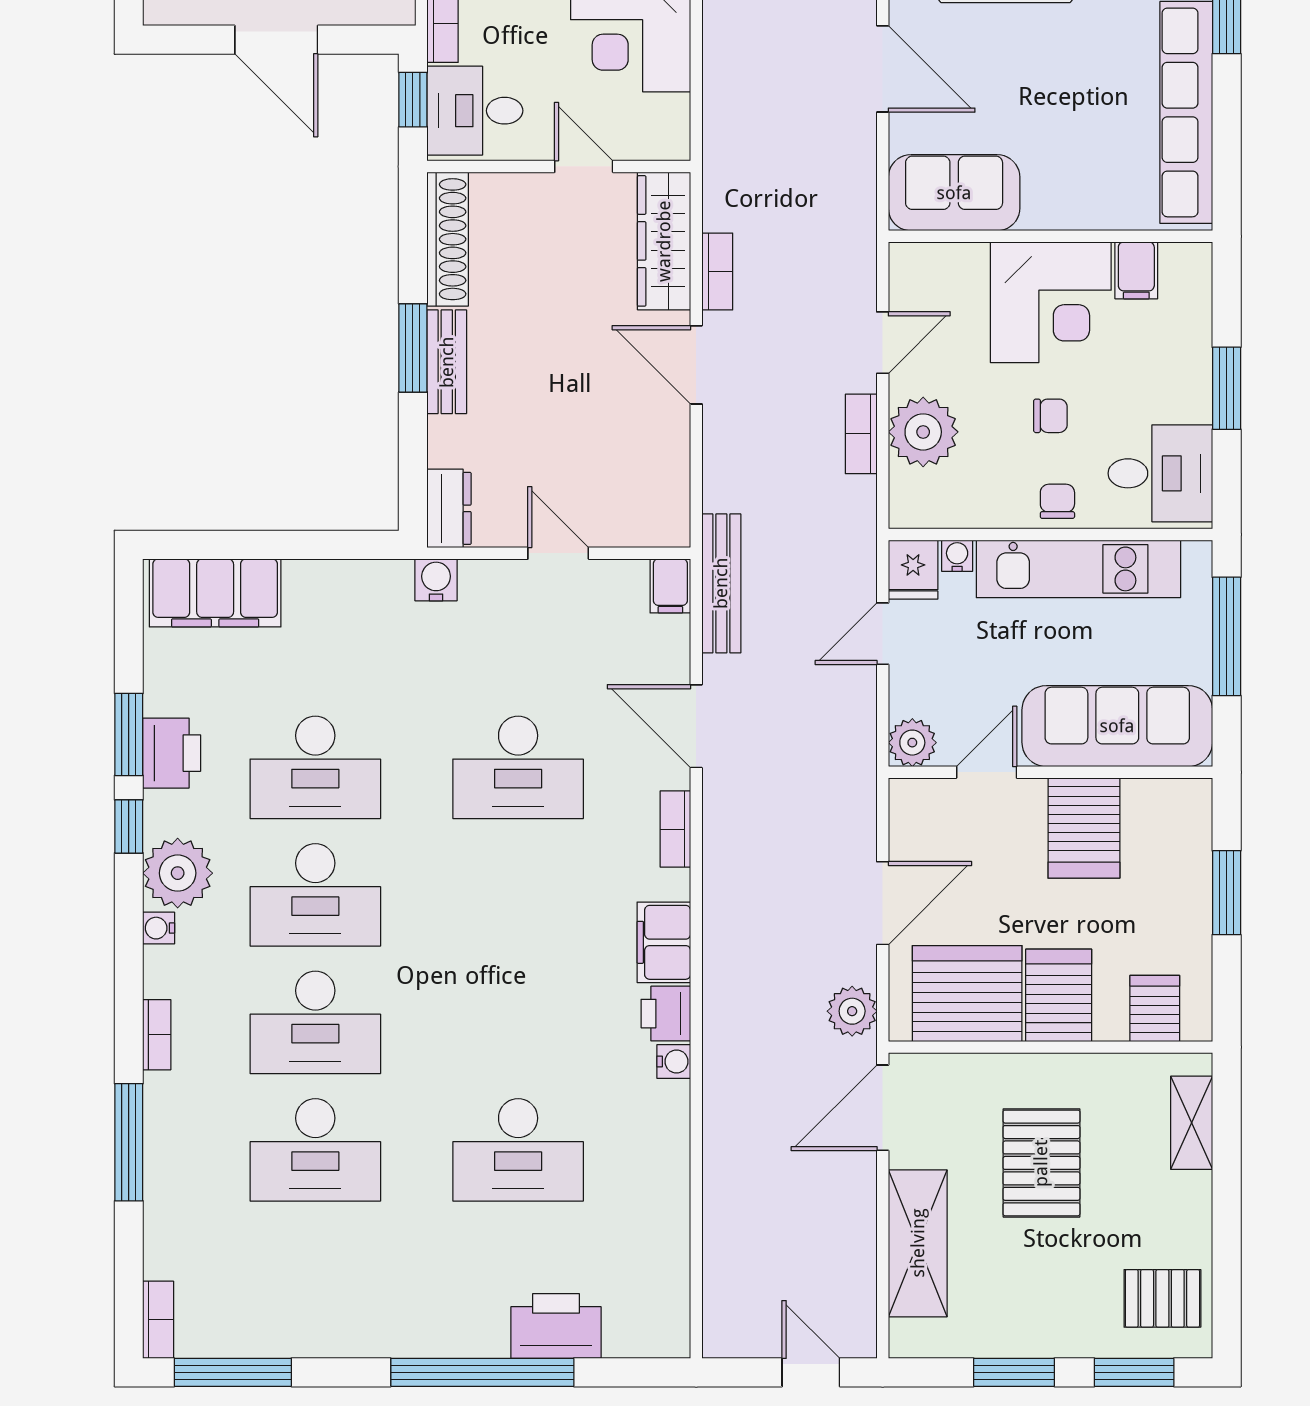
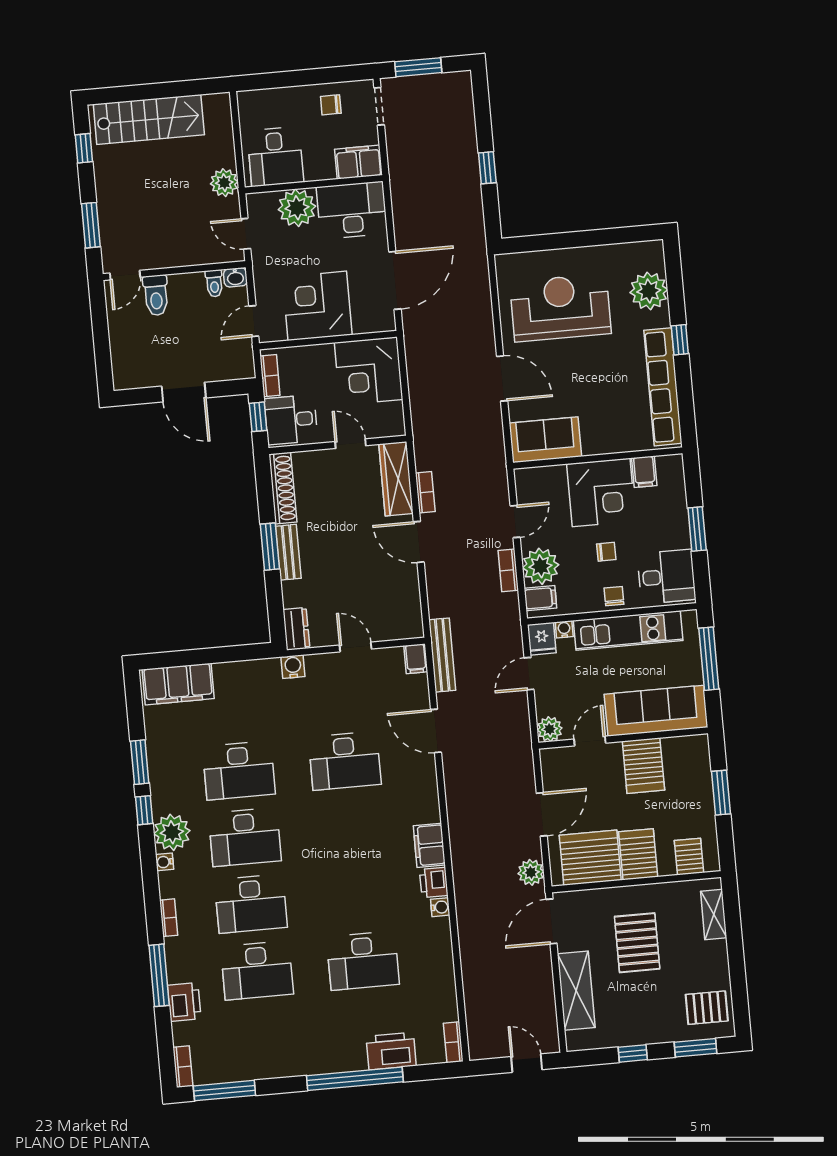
filing cabinet: (917, 492) -> (540, 598), added
printer: (172, 753) -> (184, 1002), moved
bookcase: (675, 829) -> (453, 1042), moved
window: (1014, 1372) -> (633, 1053), width x0.67

